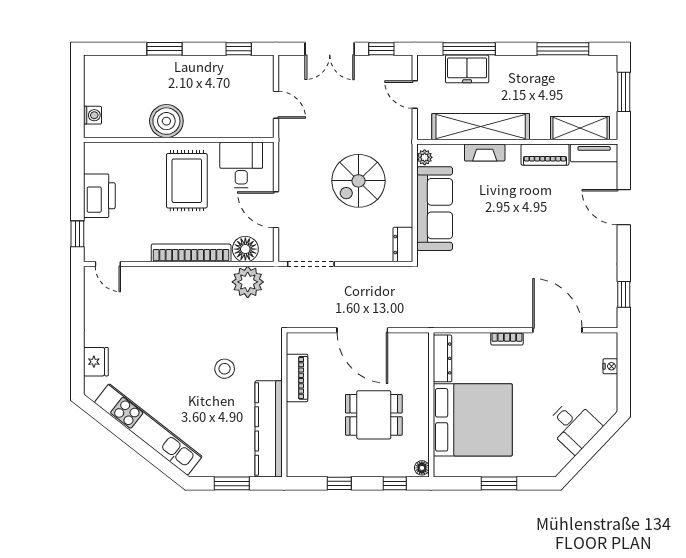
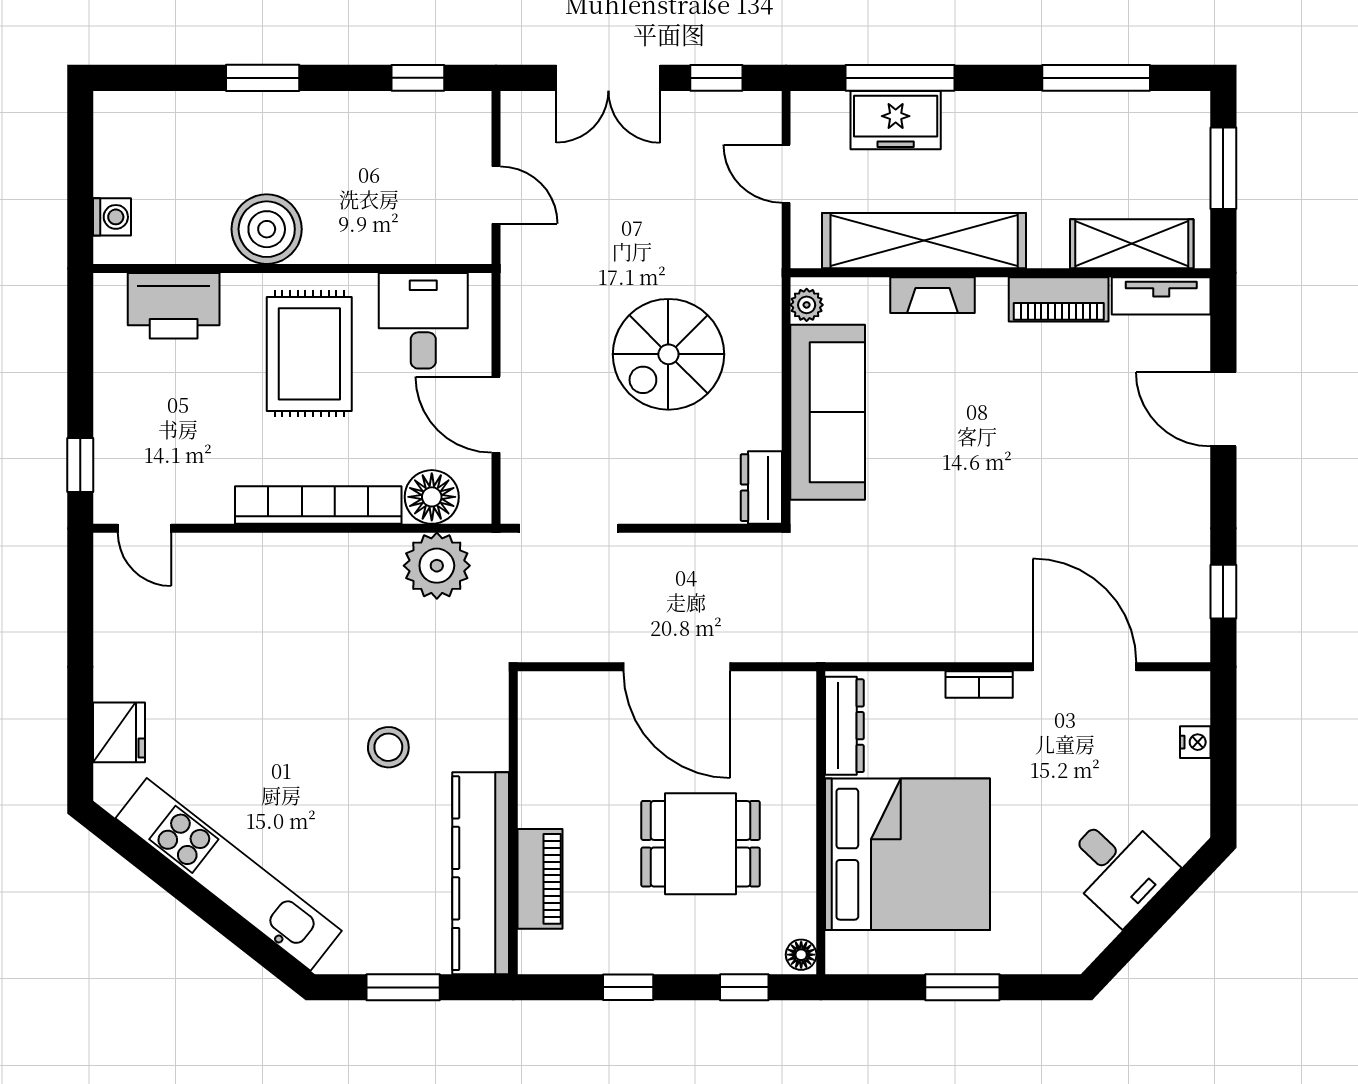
printer: (99, 196) -> (174, 306), moved, turned 90
piano: (297, 378) -> (540, 879), moved

